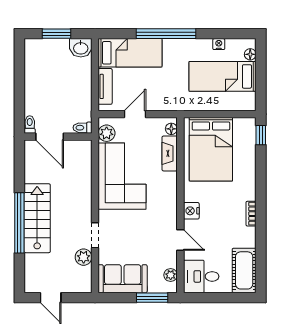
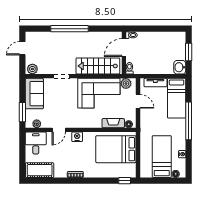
stairs: (37, 218) -> (98, 66), moved, turned 180
plant: (84, 257) -> (32, 69), moved

